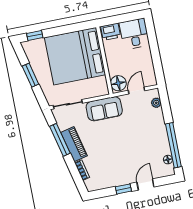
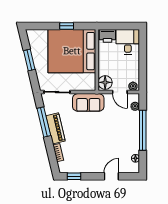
window: (35, 35) -> (67, 26), moved
plant: (150, 81) -> (133, 86), added
door: (136, 91) -> (120, 92), swing flipped
window: (173, 145) -> (143, 130), moved
window: (123, 189) -> (74, 176), moved

